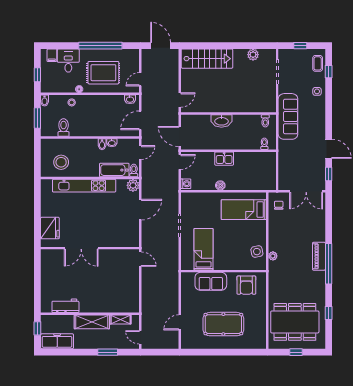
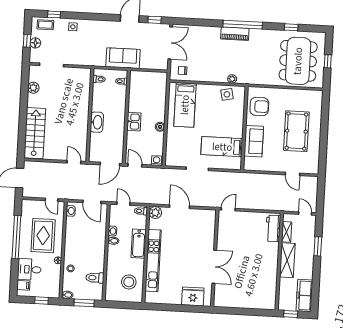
floor lamp: (299, 54) -> (35, 43), added
sofa: (288, 116) -> (123, 58), moved, width x0.73
bathtub: (114, 170) -> (139, 244), moved
workbench: (65, 306) -> (273, 228), moved
door: (140, 337) -> (305, 213), swing flipped

